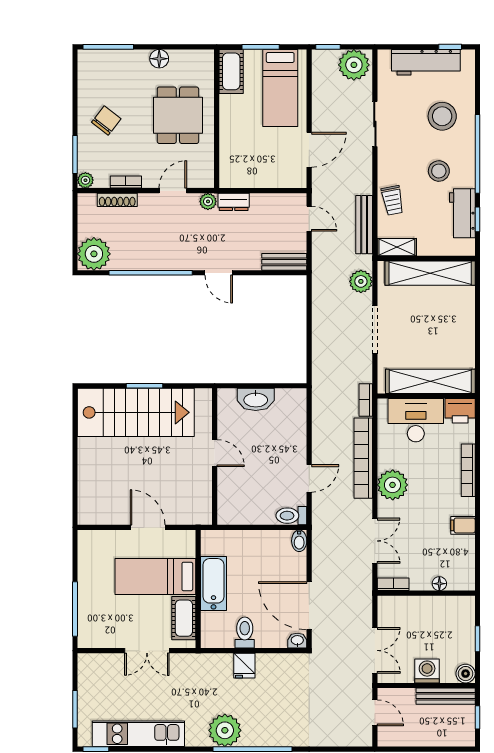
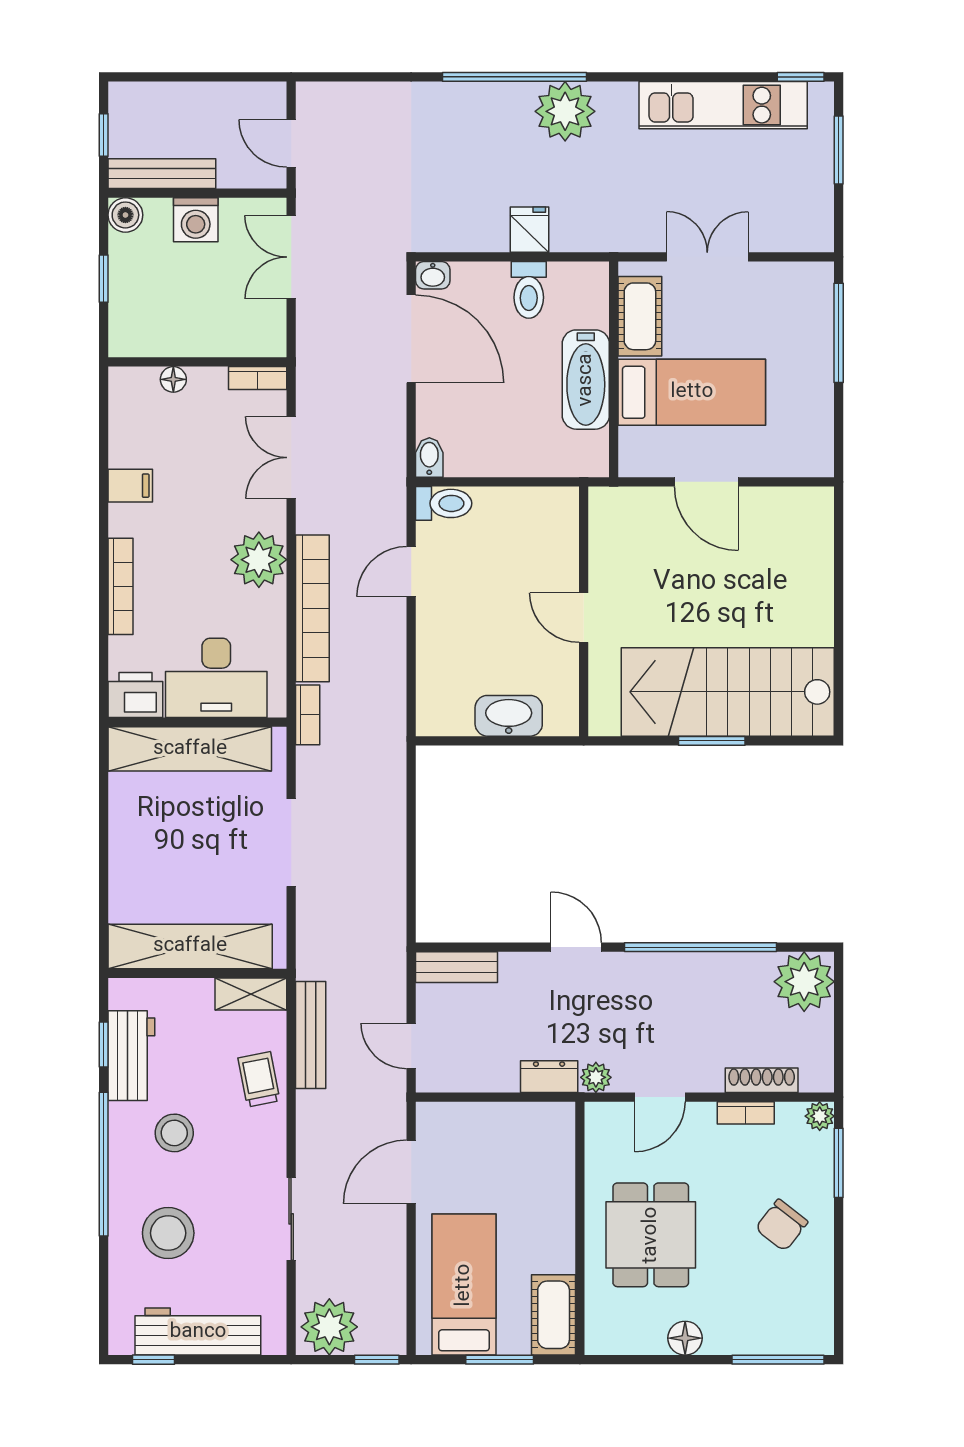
plant: (361, 281) -> (317, 931), removed

